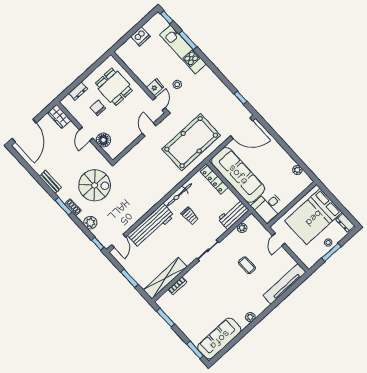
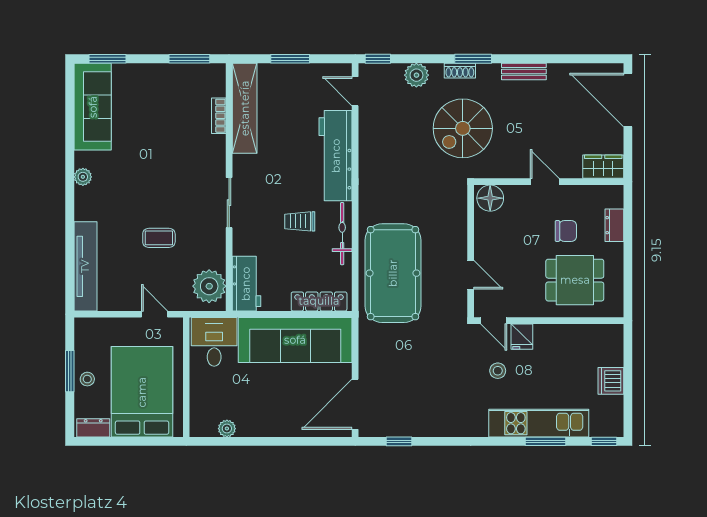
floor lamp: (103, 140) -> (490, 198), moved
pool table: (191, 142) -> (393, 273), moved
plant: (242, 228) -> (209, 286), width x1.88, depth x1.88

